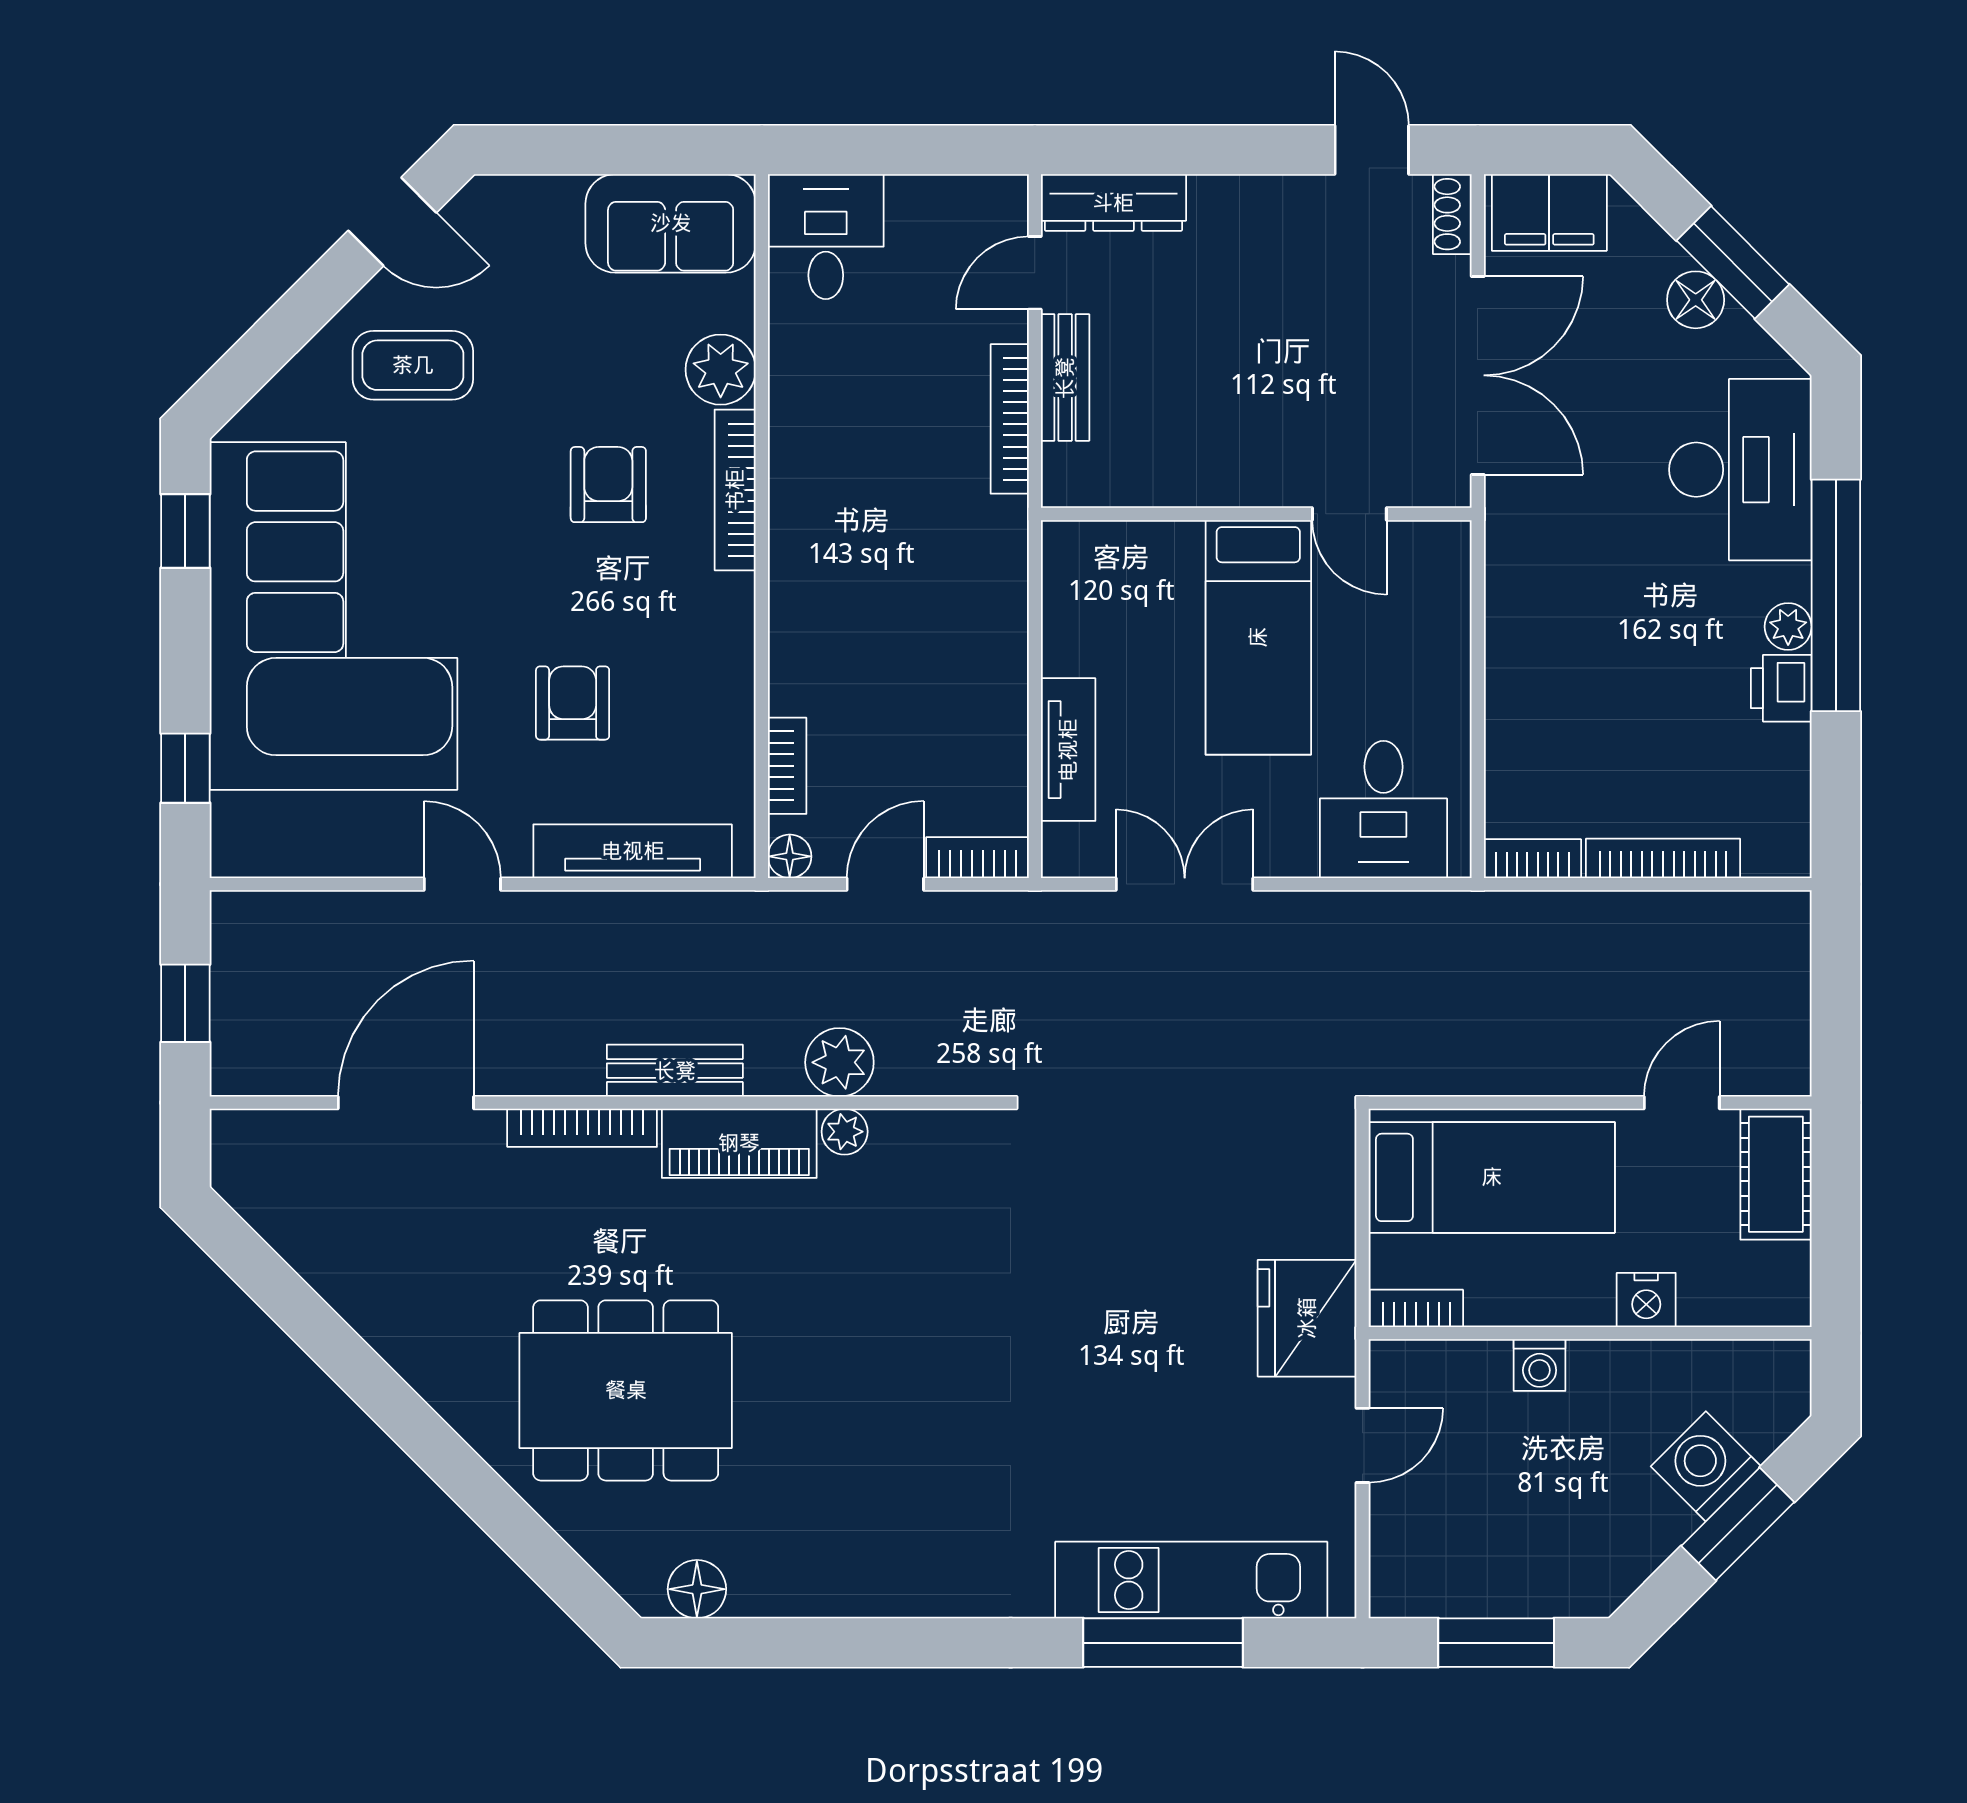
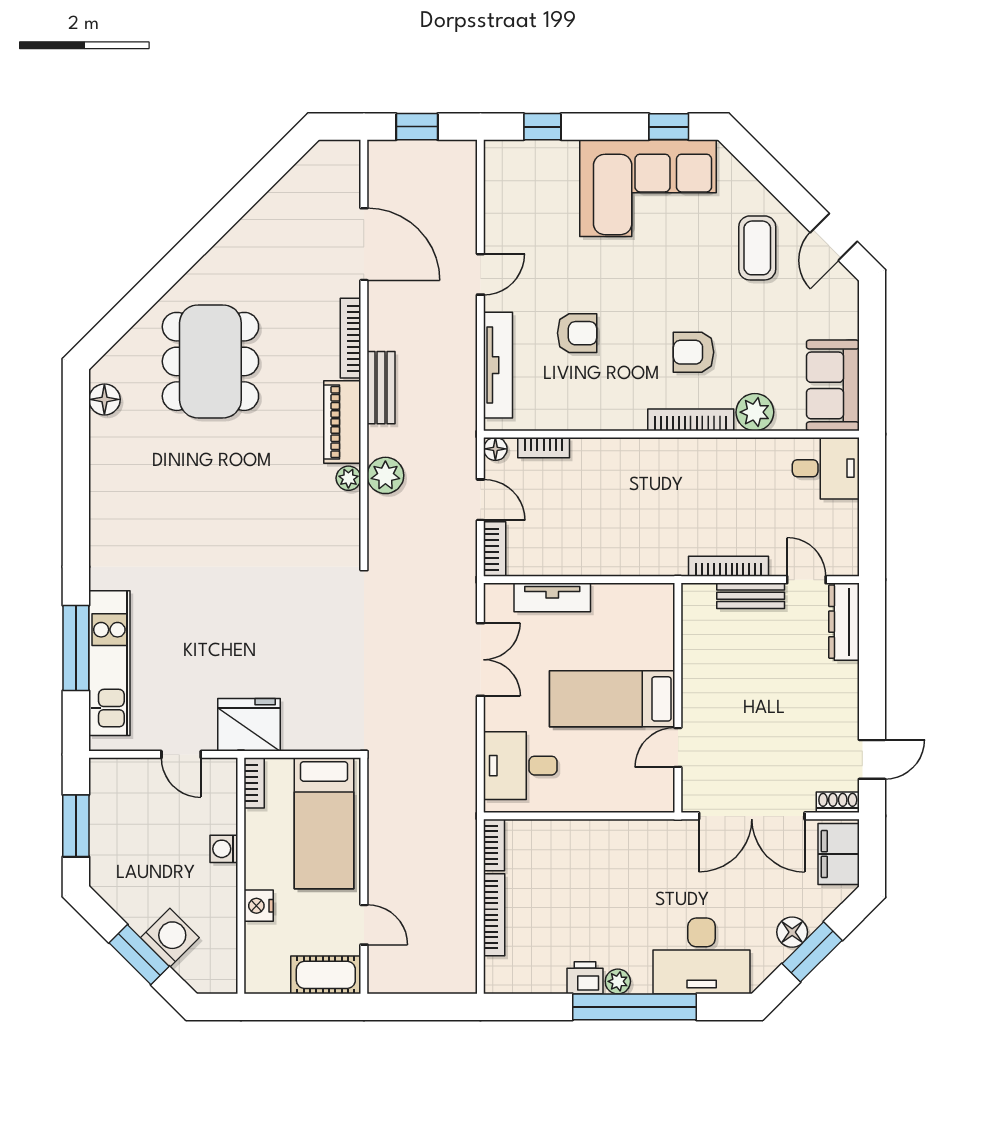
armchair: (608, 485) -> (694, 352), turned 180
corner sofa: (333, 616) -> (648, 188), width x0.73, depth x0.74

